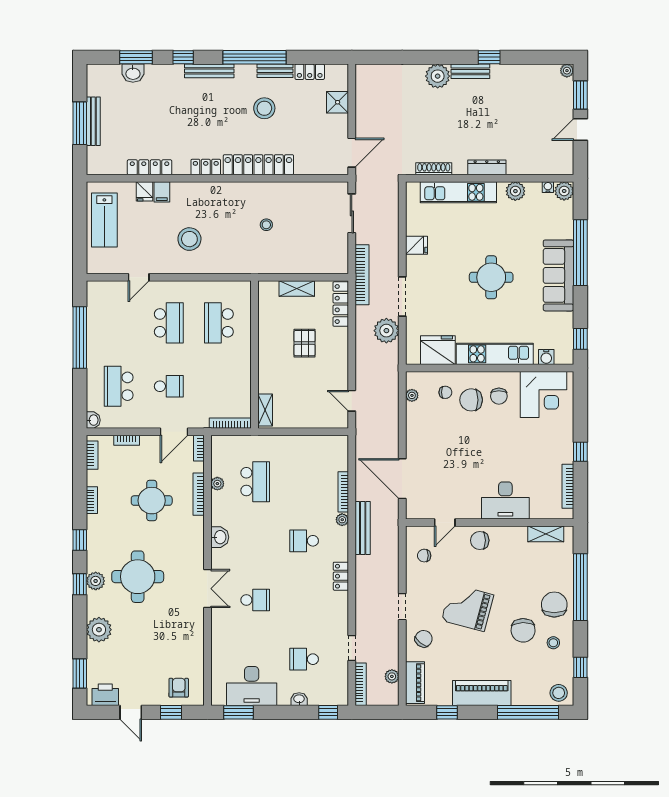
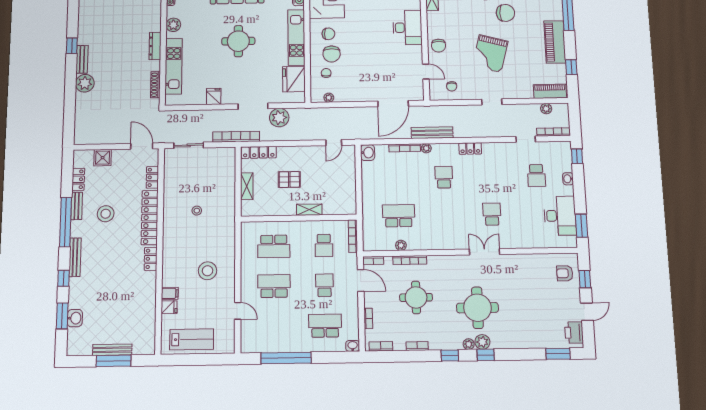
locker: (150, 167) -> (152, 177), moved, width x0.66
school desk: (119, 386) -> (325, 326), turned 180
school desk: (219, 386) -> (324, 245), added
shelving: (265, 410) -> (309, 210), moved
washbasin: (220, 537) -> (368, 153), moved, turned 90
school desk: (304, 541) -> (444, 177), turned 180
plant: (99, 630) -> (469, 344), moved, width x0.53, depth x0.53
chair: (424, 639) -> (516, 85), removed

